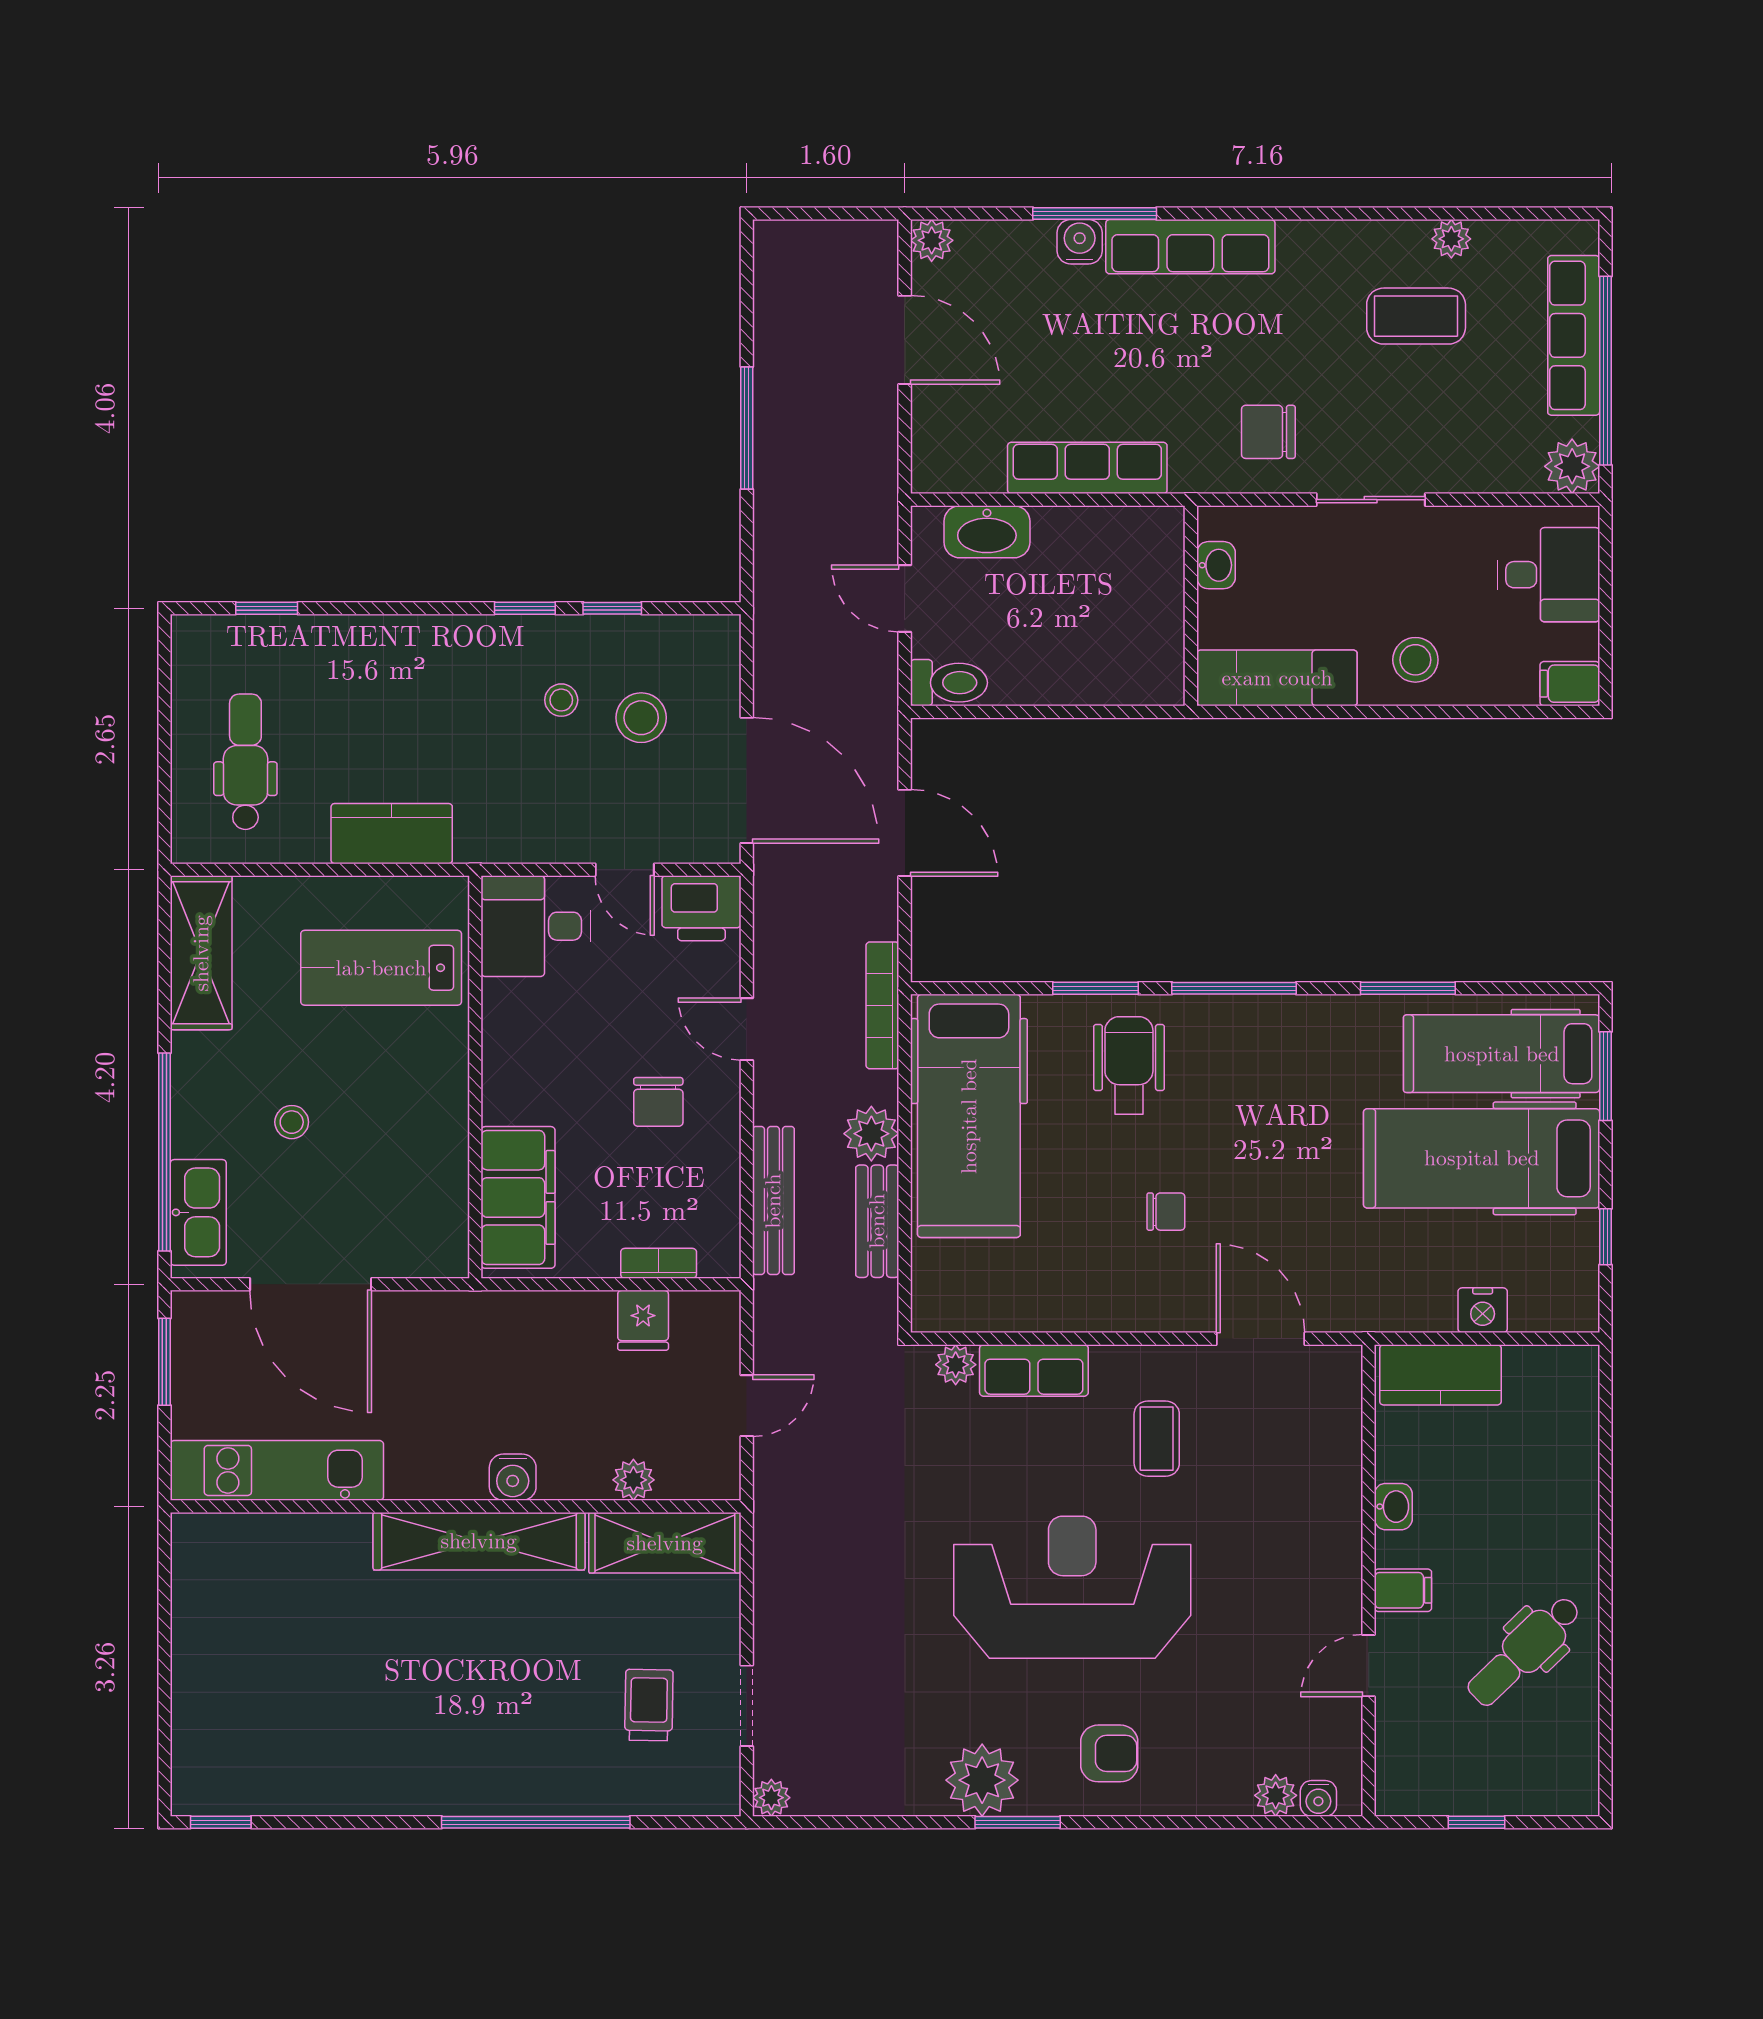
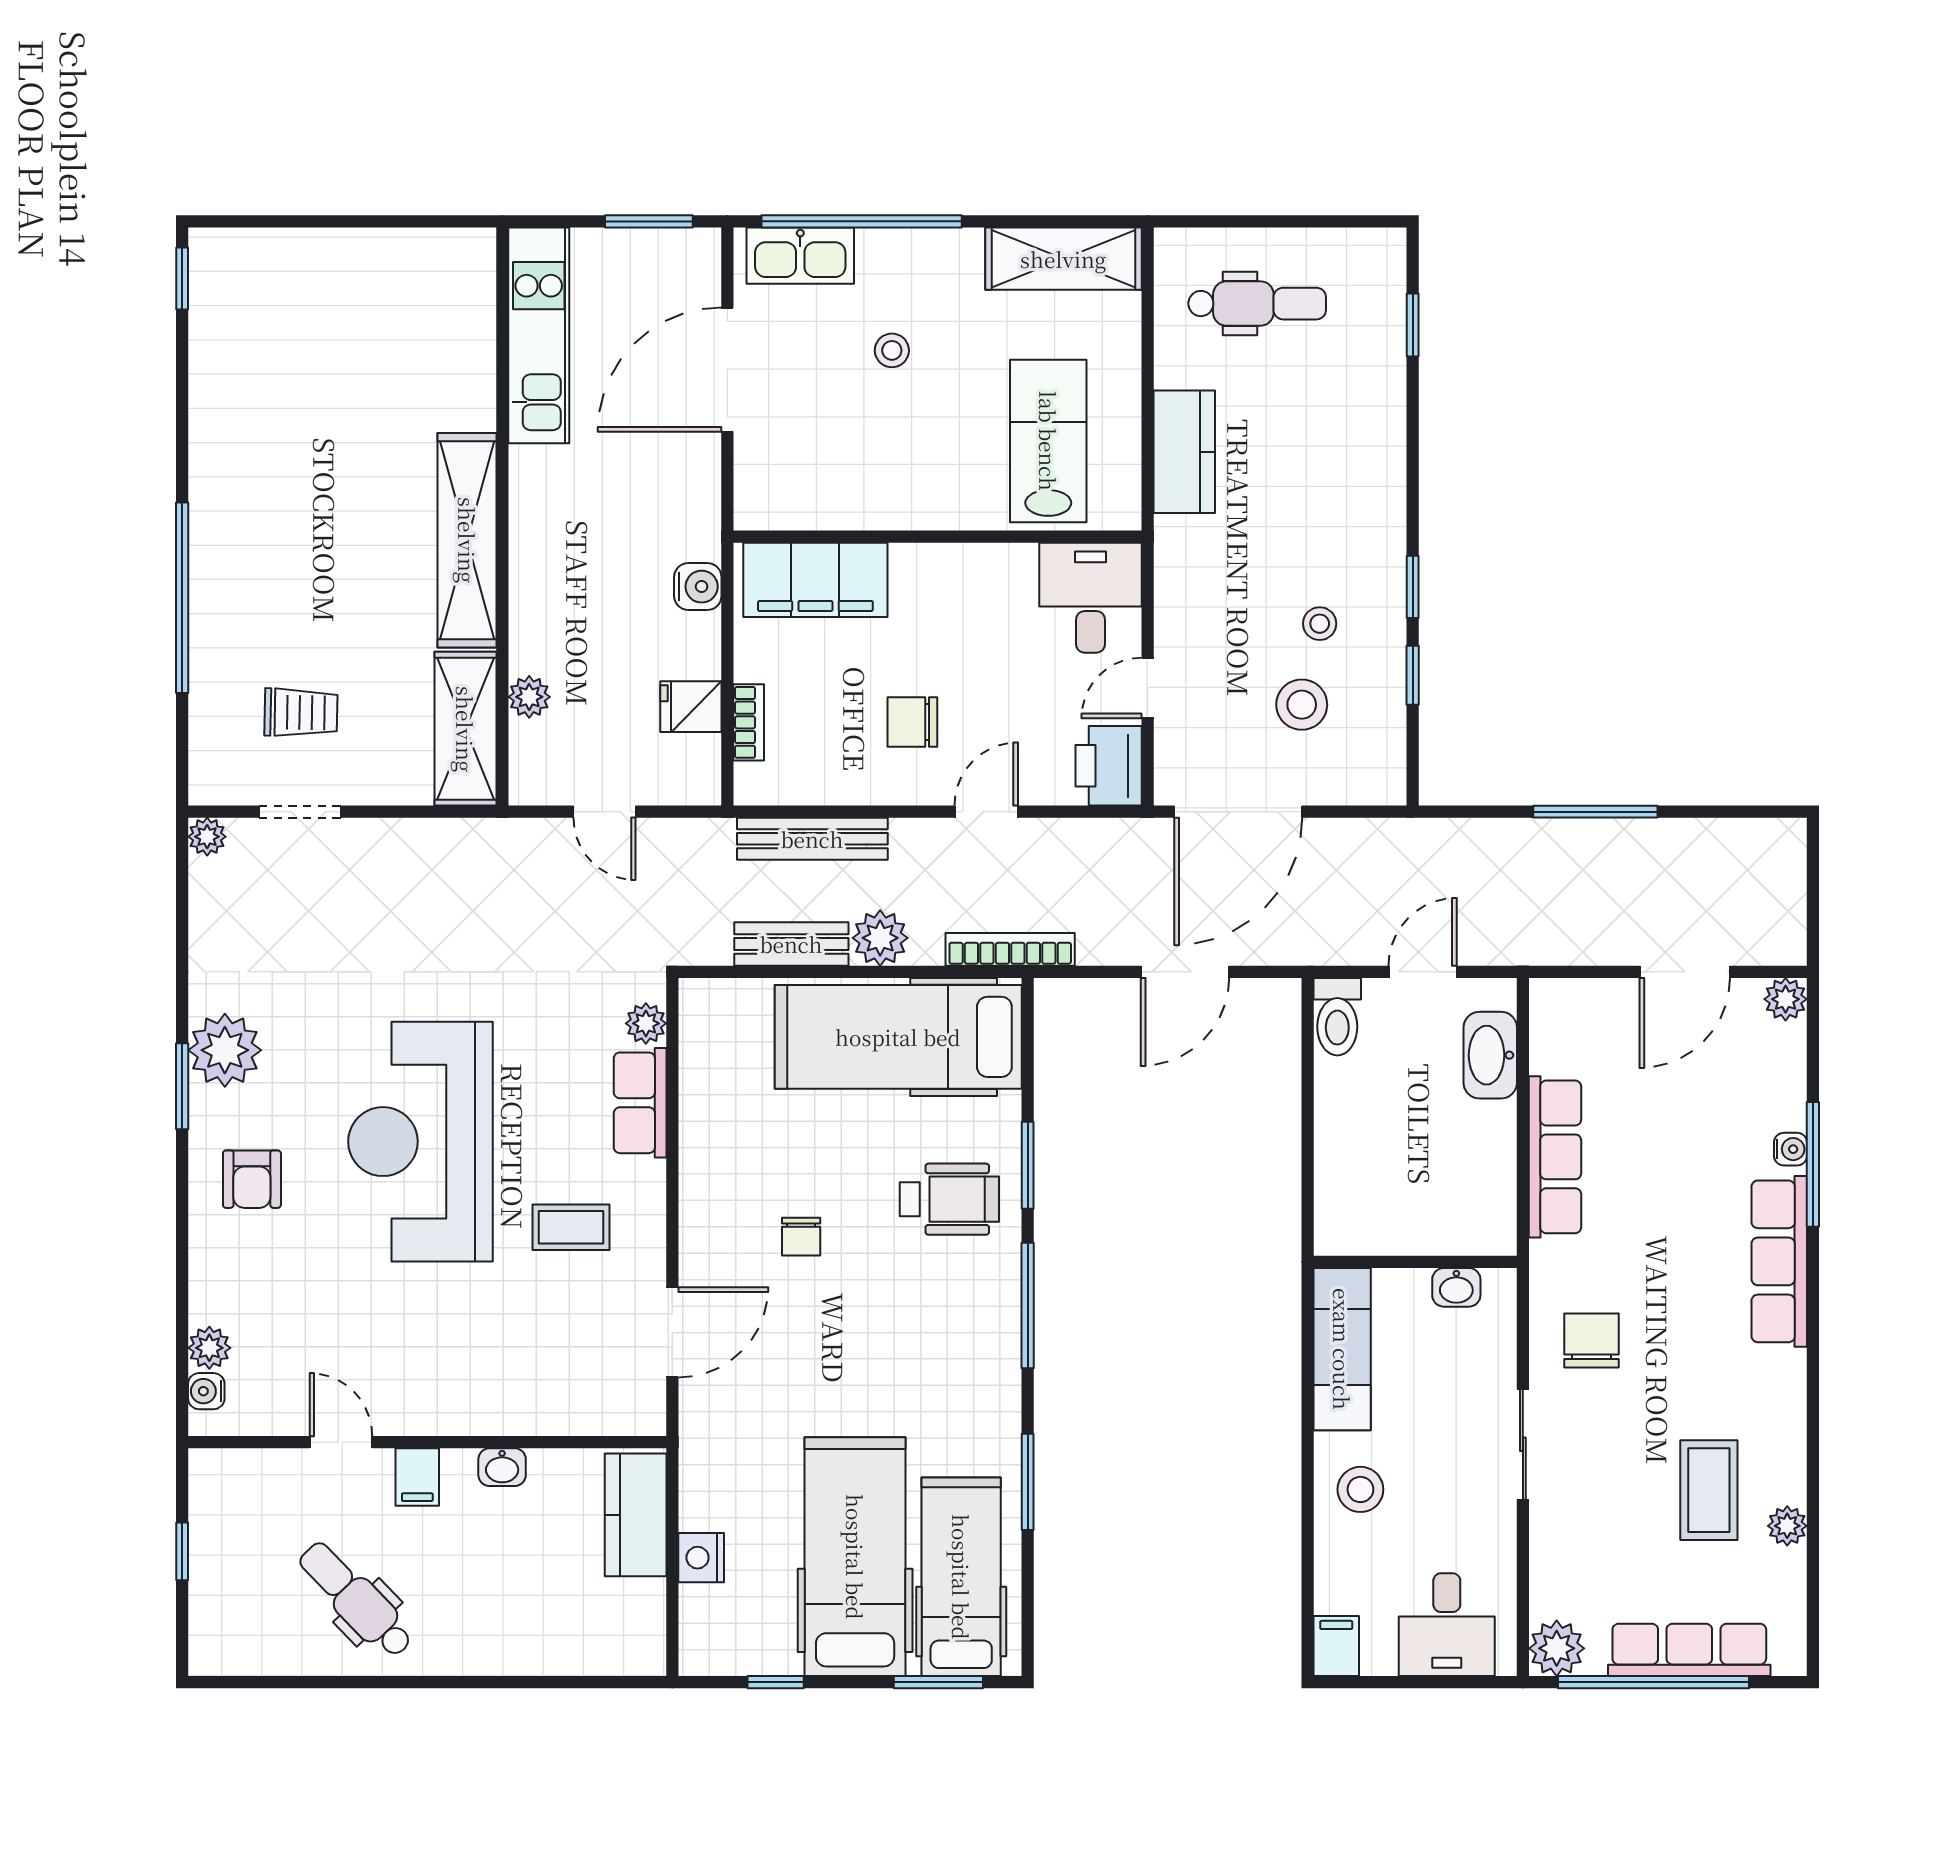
water cooler: (1080, 242) -> (1791, 1149), width x0.72, depth x0.72
water cooler: (513, 1477) -> (698, 587), moved, turned 180
reception desk: (1072, 1587) -> (420, 1142), turned 180

